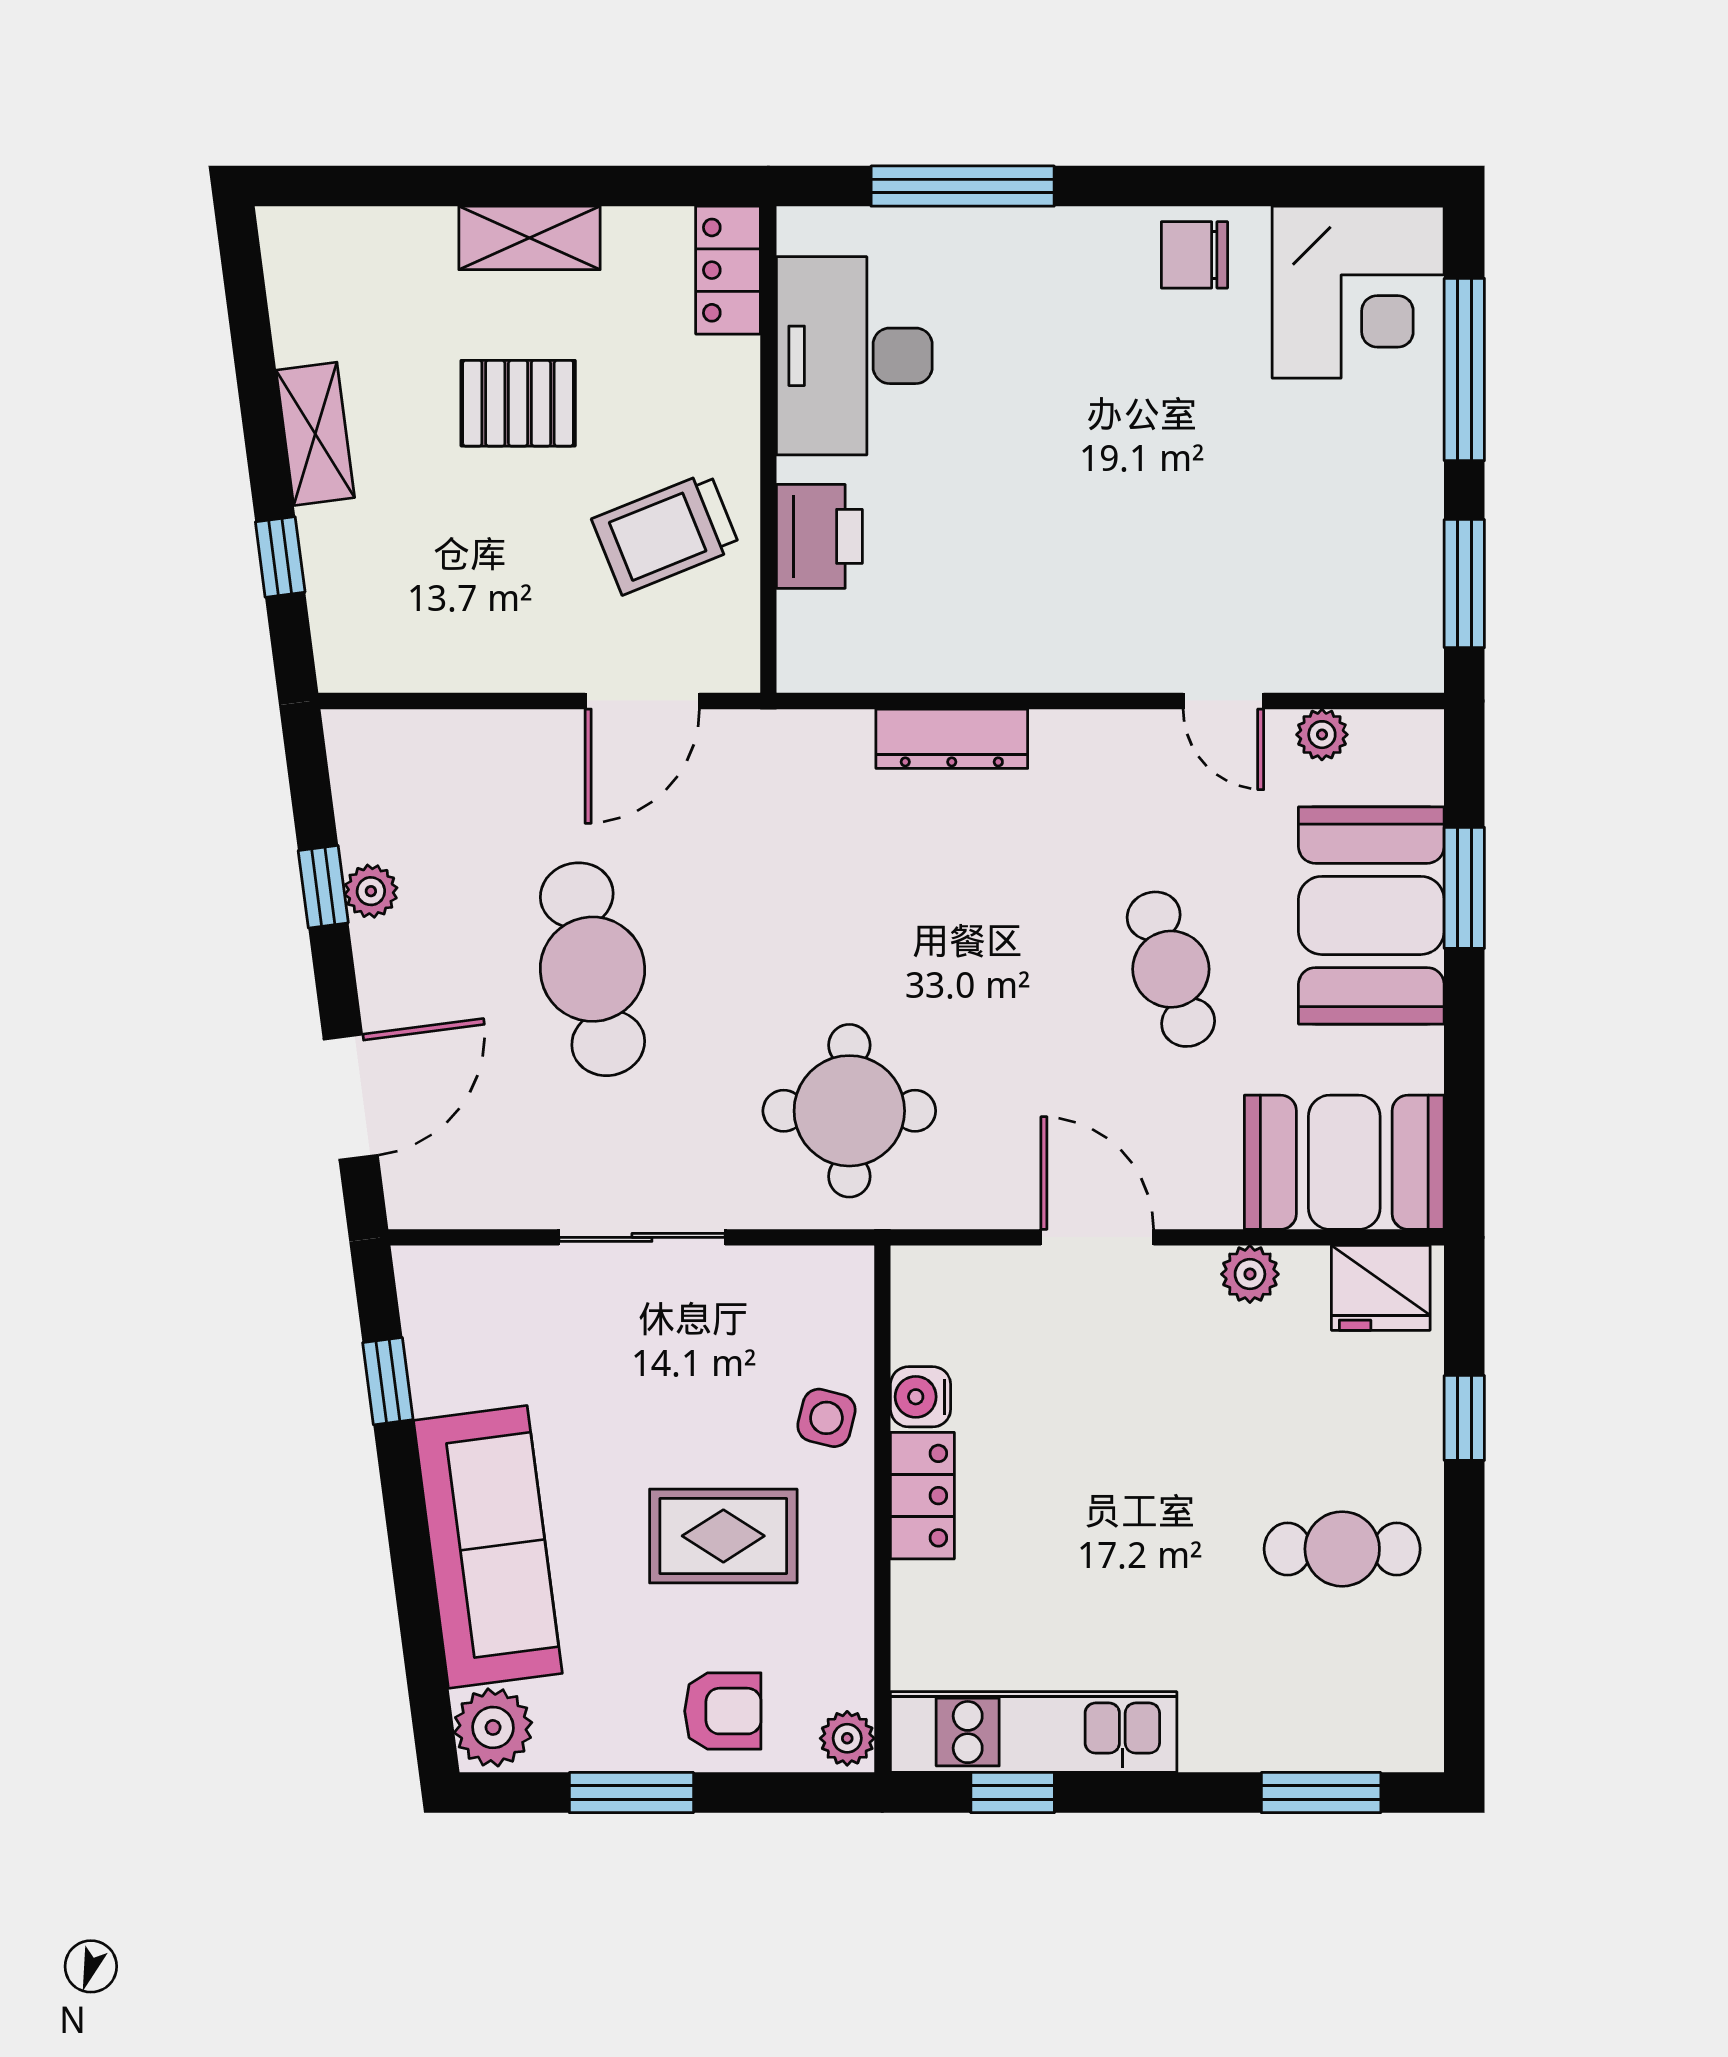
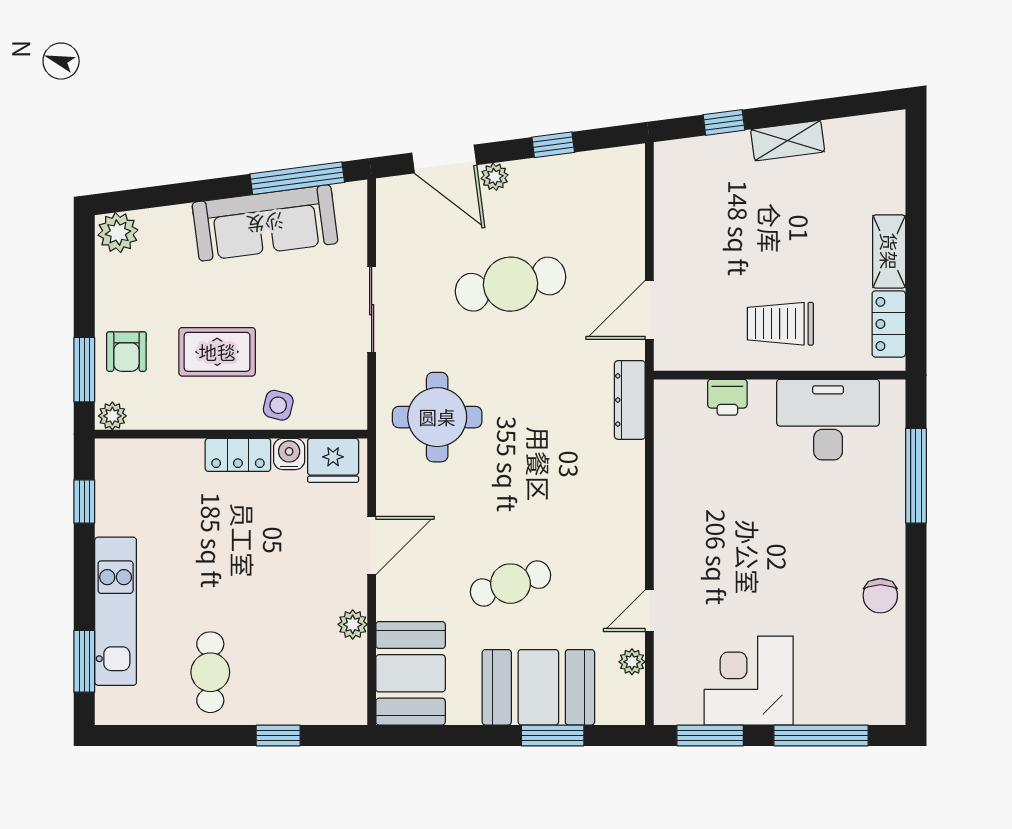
chair: (1194, 255) -> (880, 596), turned 180
locker: (728, 270) -> (889, 324), moved, turned -90
corner desk: (1358, 292) -> (749, 681), moved, turned 90
pallet: (518, 403) -> (804, 246), removed
trolley: (666, 533) -> (780, 324), moved, turned -68
printer: (819, 536) -> (727, 397), width x0.73, depth x0.81
door: (642, 701) -> (649, 310), hinge flipped
dresser: (952, 739) -> (630, 400), moved
plant: (371, 891) -> (495, 177), moved
fridge: (1381, 1288) -> (333, 460), moved, turned -90
window: (388, 1381) -> (297, 178), width x2.17
rug: (723, 1536) -> (217, 352), turned 90
sofa: (488, 1547) -> (265, 223), moved
kitchen unit: (1034, 1732) -> (116, 611), moved
window: (631, 1793) -> (84, 370), moved

